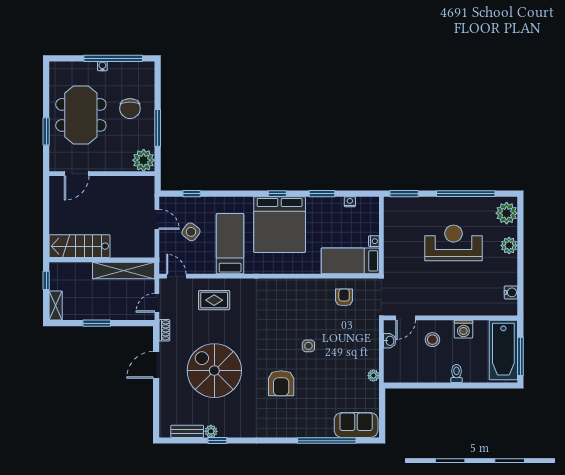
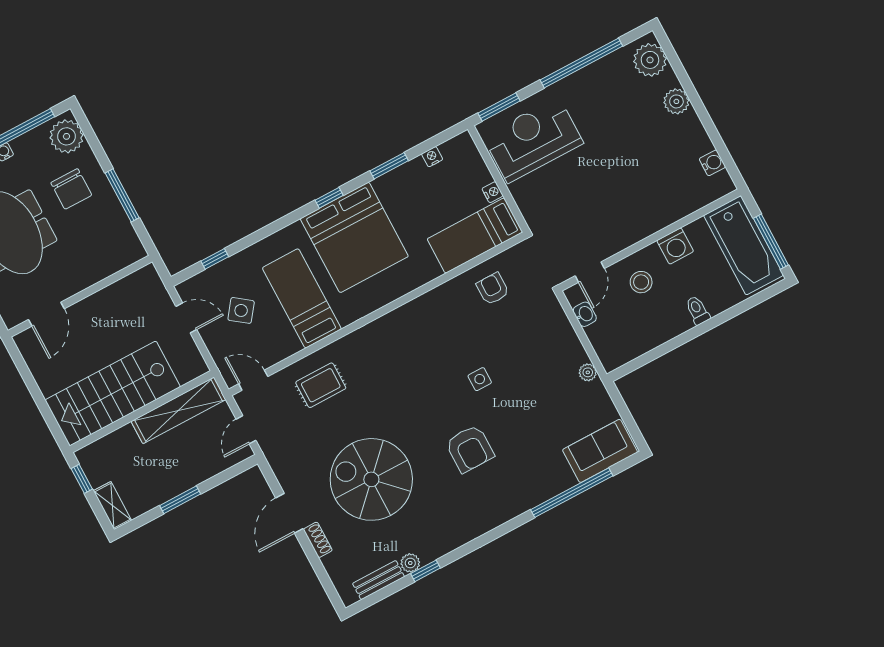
plant: (144, 160) -> (66, 136), moved
reception desk: (454, 243) -> (533, 140), moved
stairs: (79, 246) -> (113, 393), width x1.36, depth x1.51
shoe rack: (164, 330) -> (318, 540), moved

